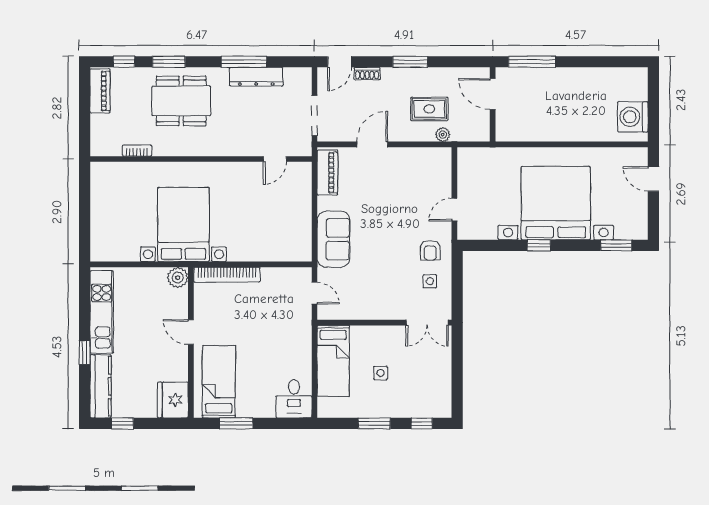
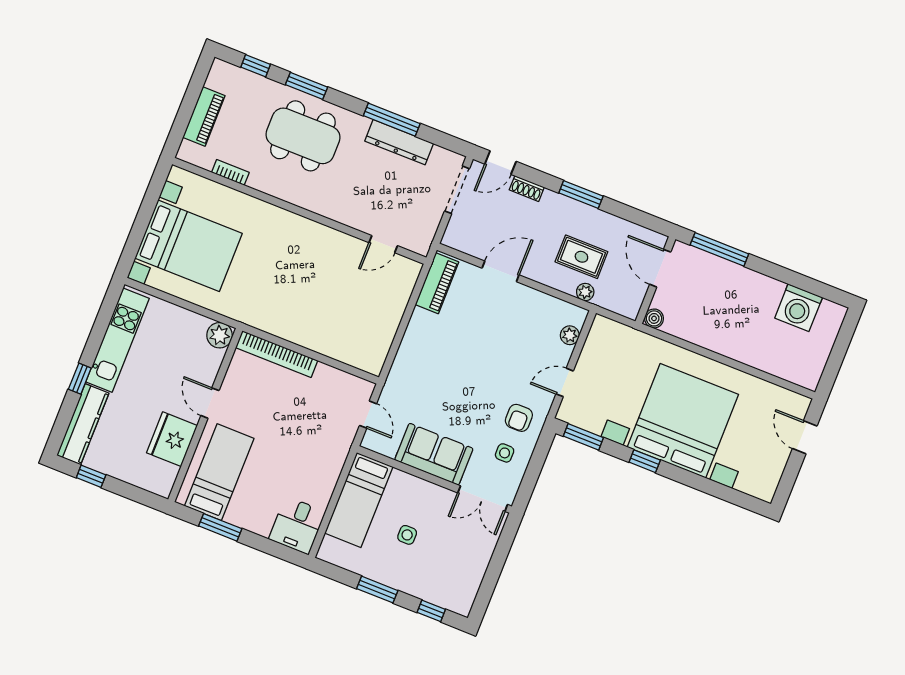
piano: (100, 91) -> (204, 116), moved
doorway: (314, 116) -> (457, 190), moved
washing machine: (633, 117) -> (799, 308), moved, turned -90
boiler: (503, 134) -> (654, 318), added
plant: (444, 172) -> (570, 335), added
bed with nightstands: (183, 224) -> (189, 246), moved, turned 90
sofa: (334, 239) -> (434, 454), moved, turned -90
window: (616, 245) -> (583, 437), moved
fridge: (173, 400) -> (172, 439), moved

